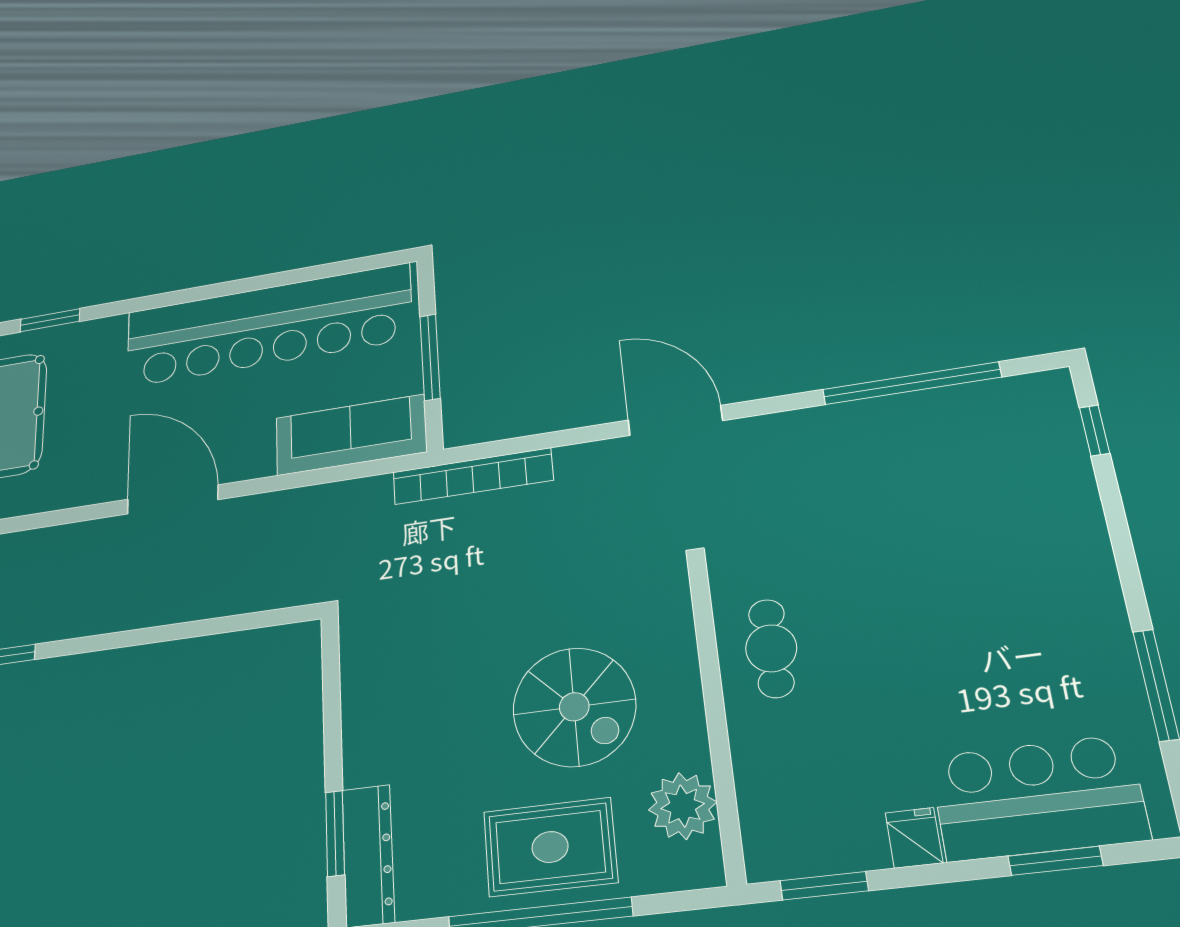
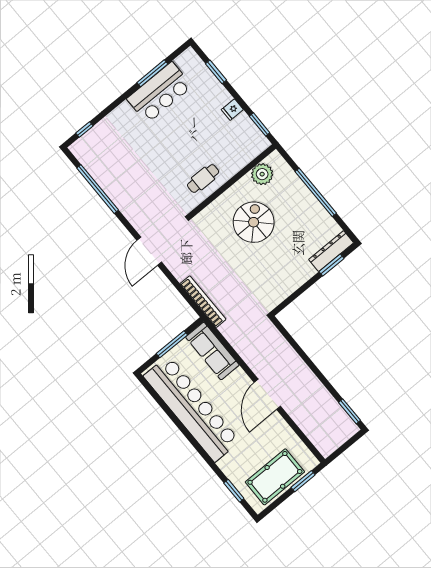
bar counter: (1038, 798) -> (160, 93), moved, turned -90
rug: (550, 847) -> (296, 202), removed

